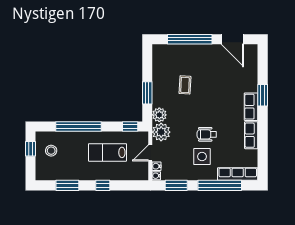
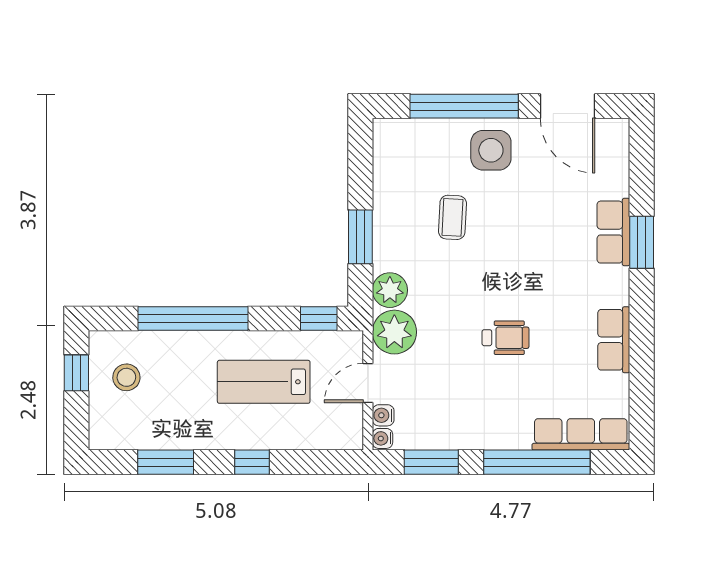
row of seats: (251, 107) -> (613, 232), moved
wheelchair: (207, 134) -> (506, 338), turned 180
side table: (202, 157) -> (491, 150), moved

